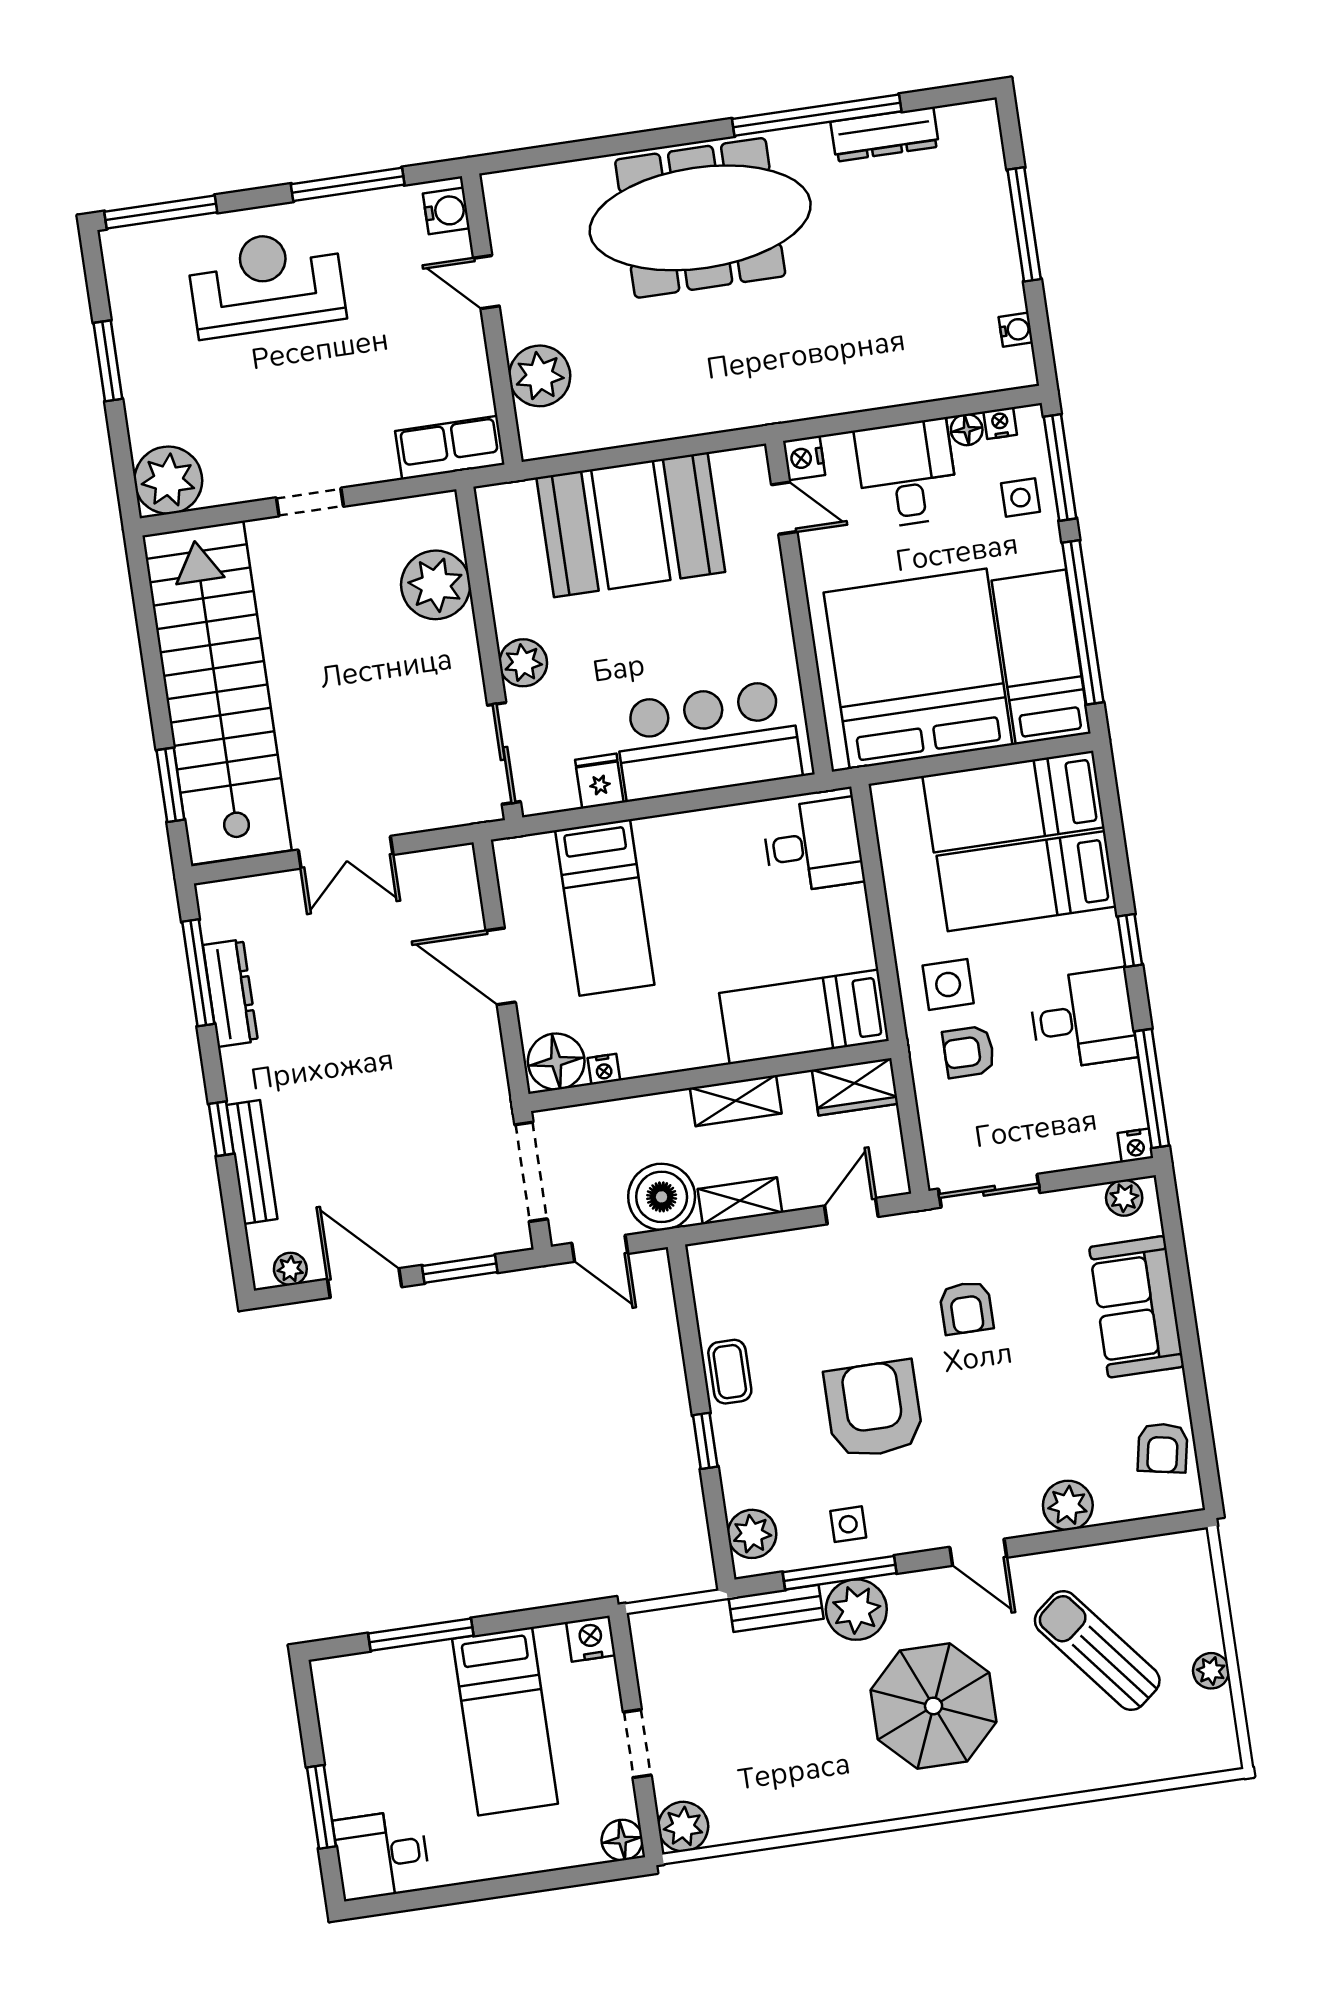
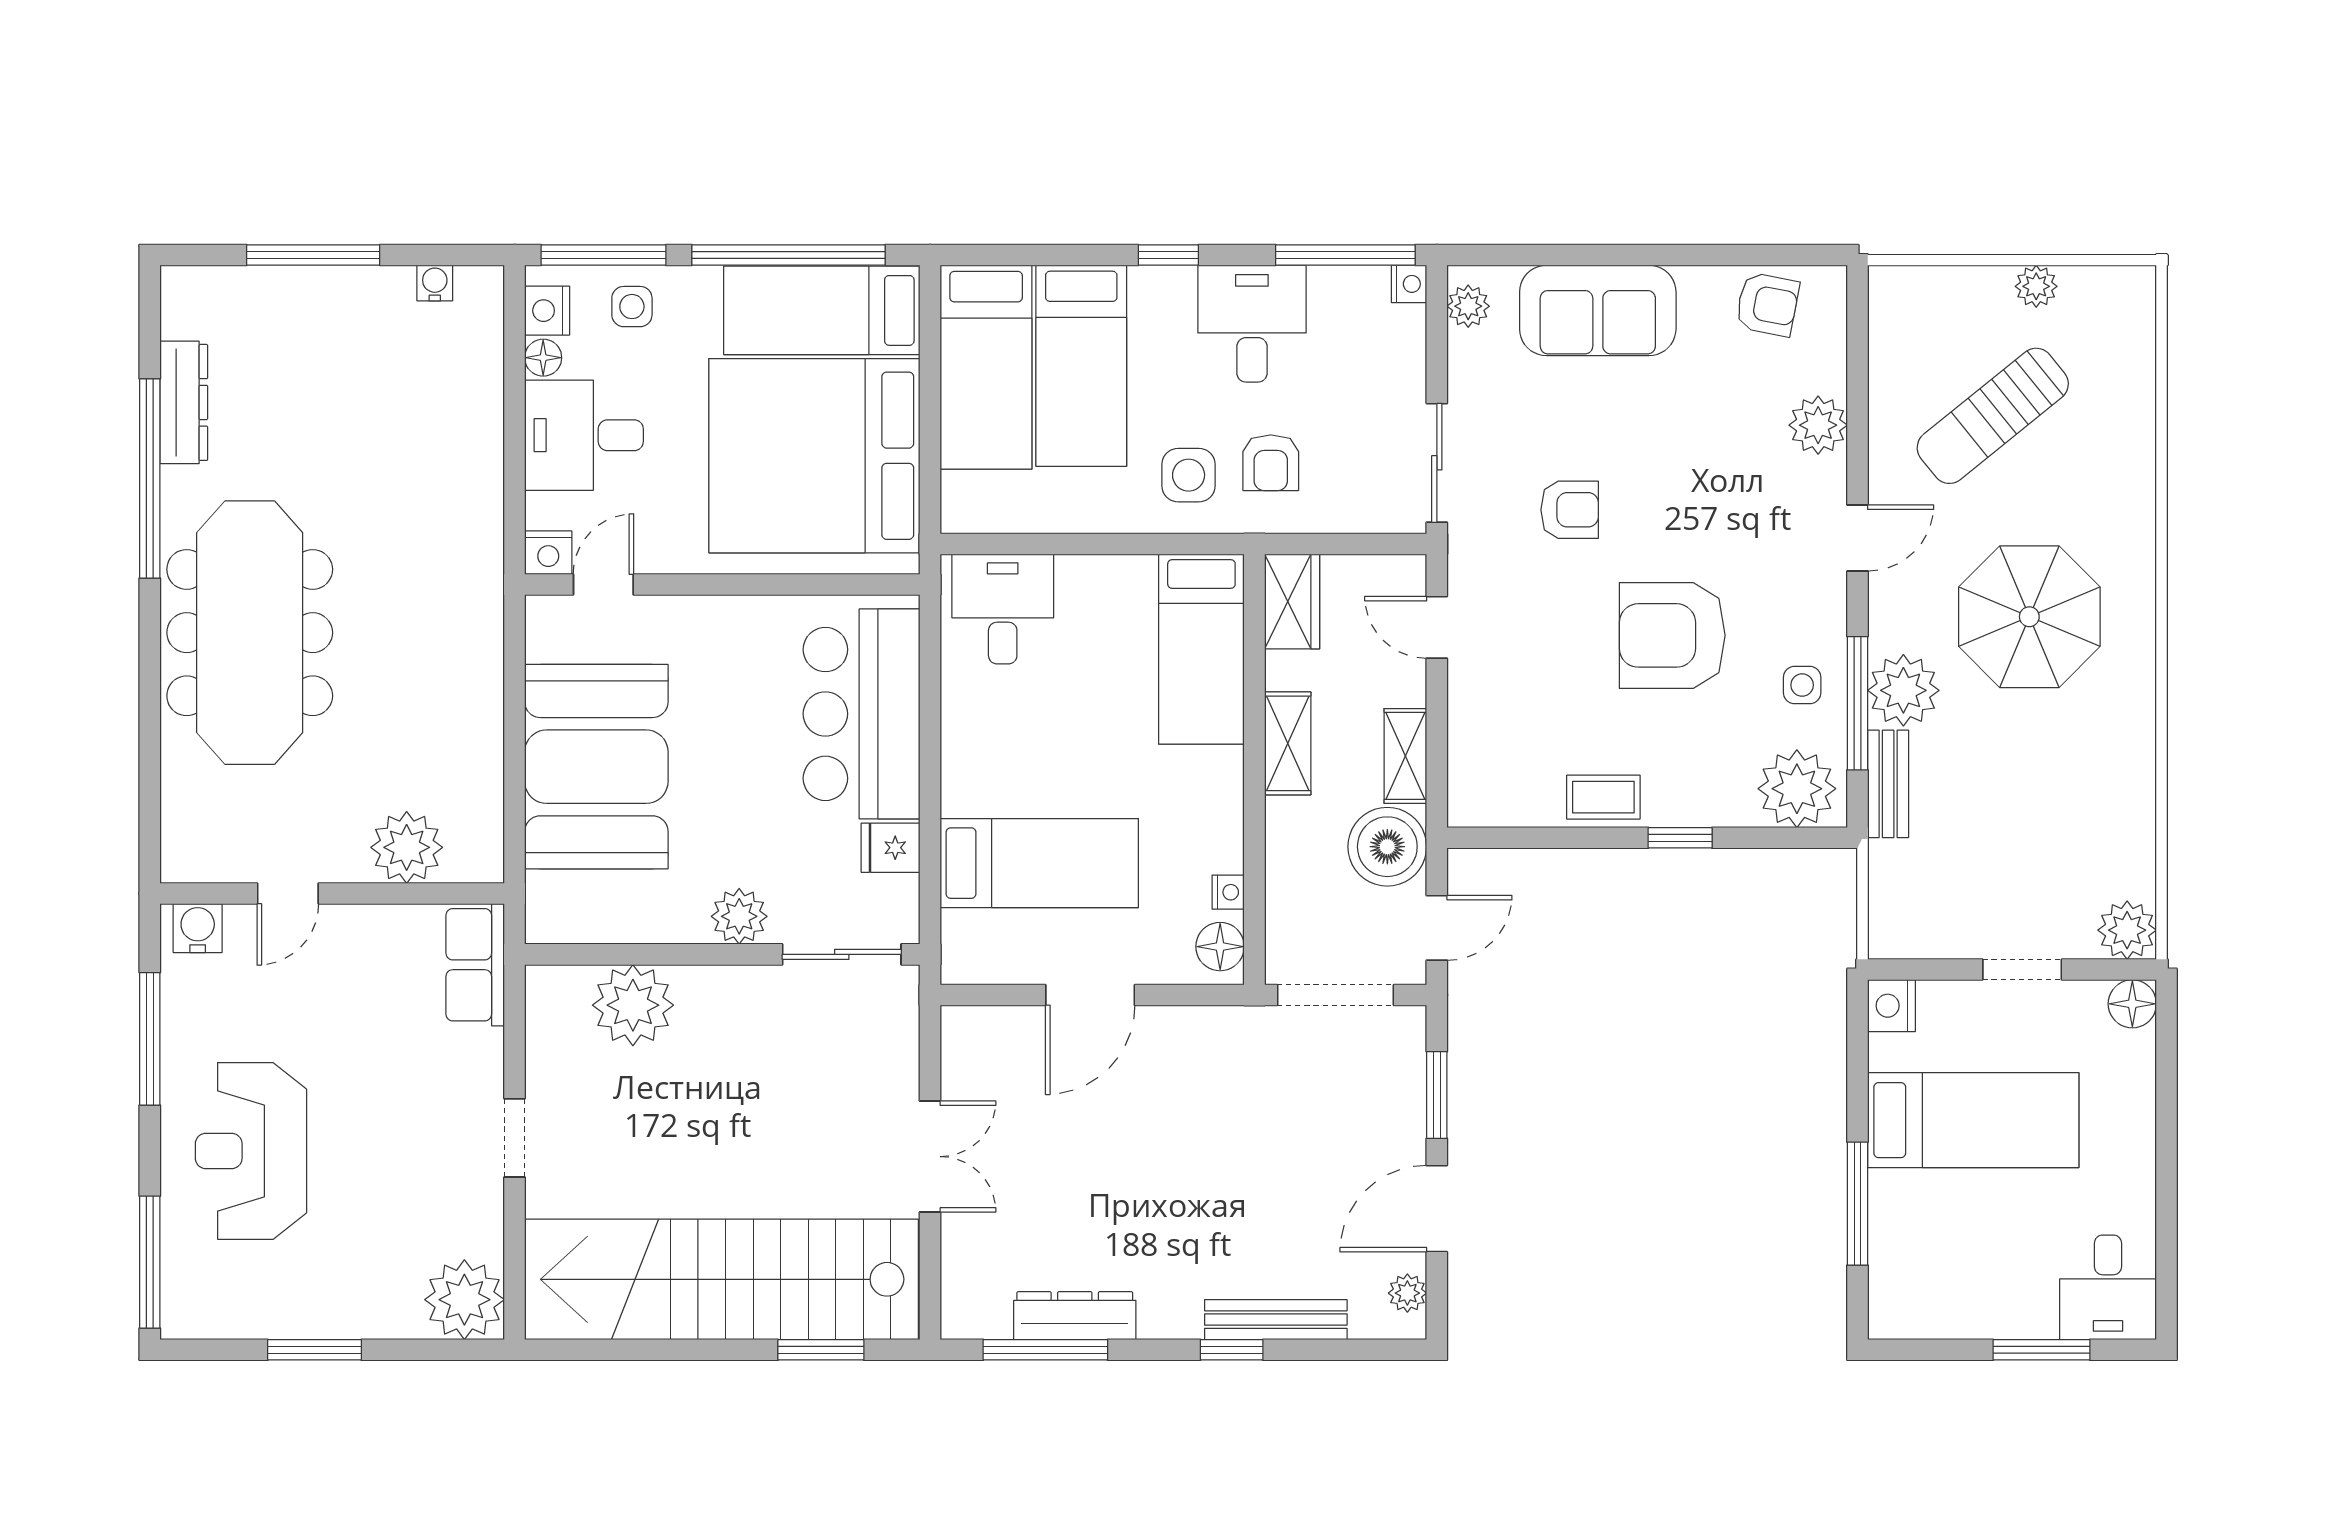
nightstand: (1000, 423) -> (547, 311), width x1.39, depth x1.35
floor lamp: (556, 1062) -> (1220, 947), width x0.73, depth x0.73
plant: (752, 1534) -> (1797, 789), width x1.36, depth x1.36

